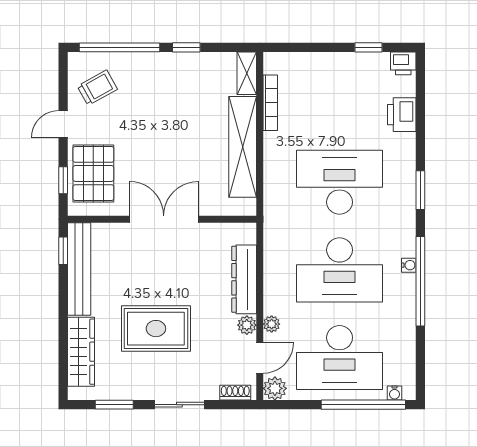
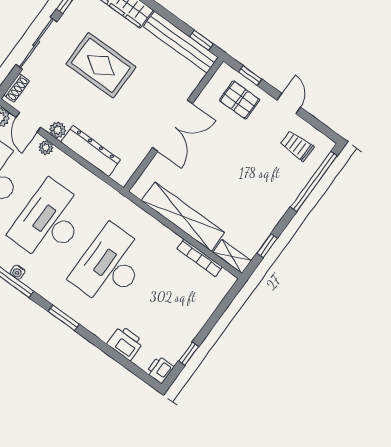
window: (186, 47) -> (267, 246), moved
trolley: (97, 88) -> (297, 146), turned 119
pallet: (93, 173) -> (240, 100), width x0.67, depth x0.71
desk: (340, 182) -> (110, 266), turned 180
rug: (156, 329) -> (101, 65), turned 90
sliding door: (179, 405) -> (36, 43), width x1.37

